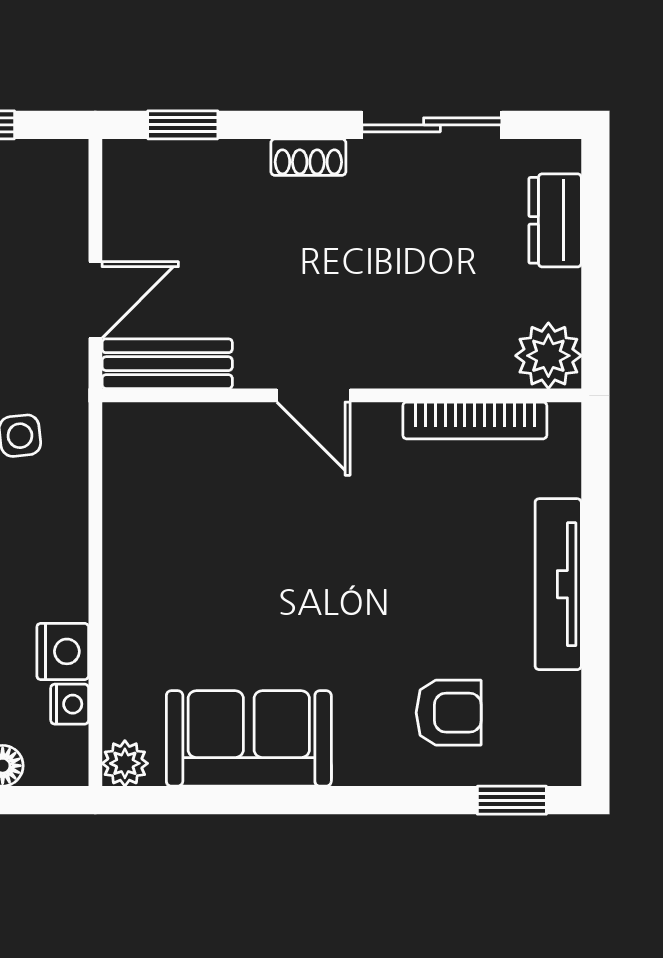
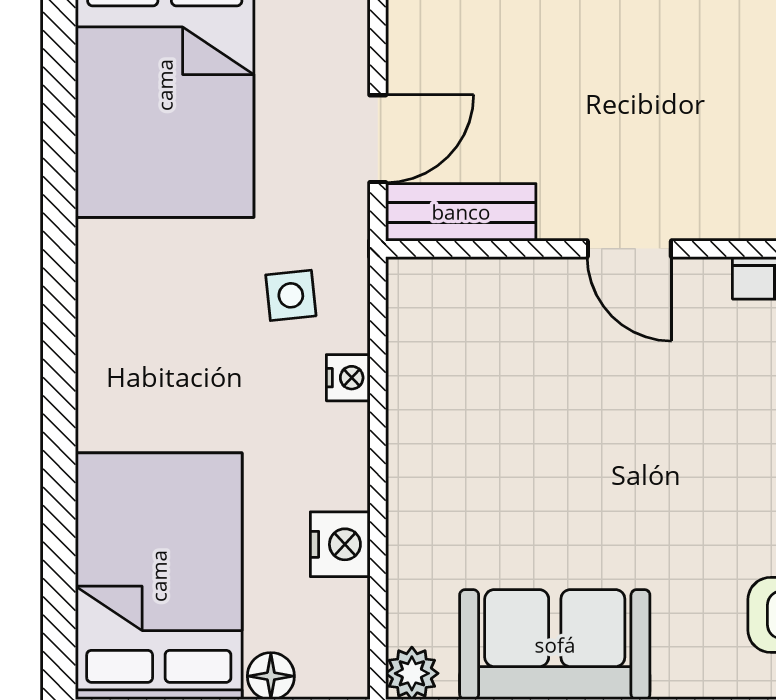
nightstand: (70, 704) -> (348, 378), moved

